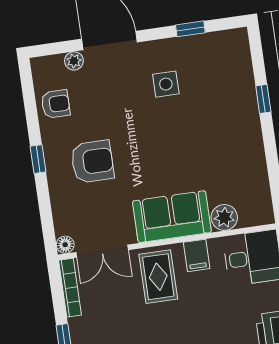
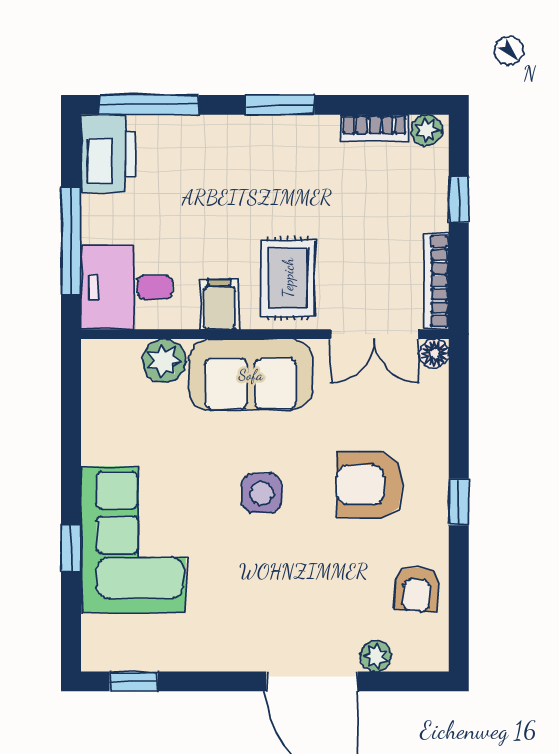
window: (190, 29) -> (134, 681), moved
side table: (166, 84) -> (262, 493), moved
armchair: (56, 104) -> (417, 589), turned -86
corner sofa: (227, 109) -> (133, 540), added
double door: (102, 251) -> (375, 334), swing flipped

